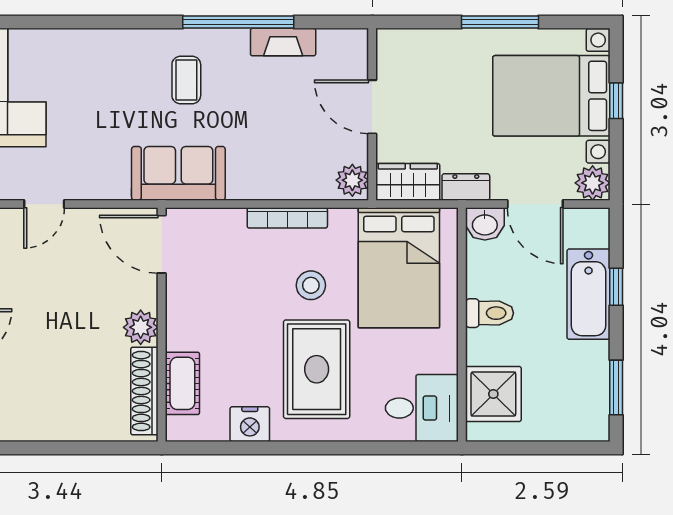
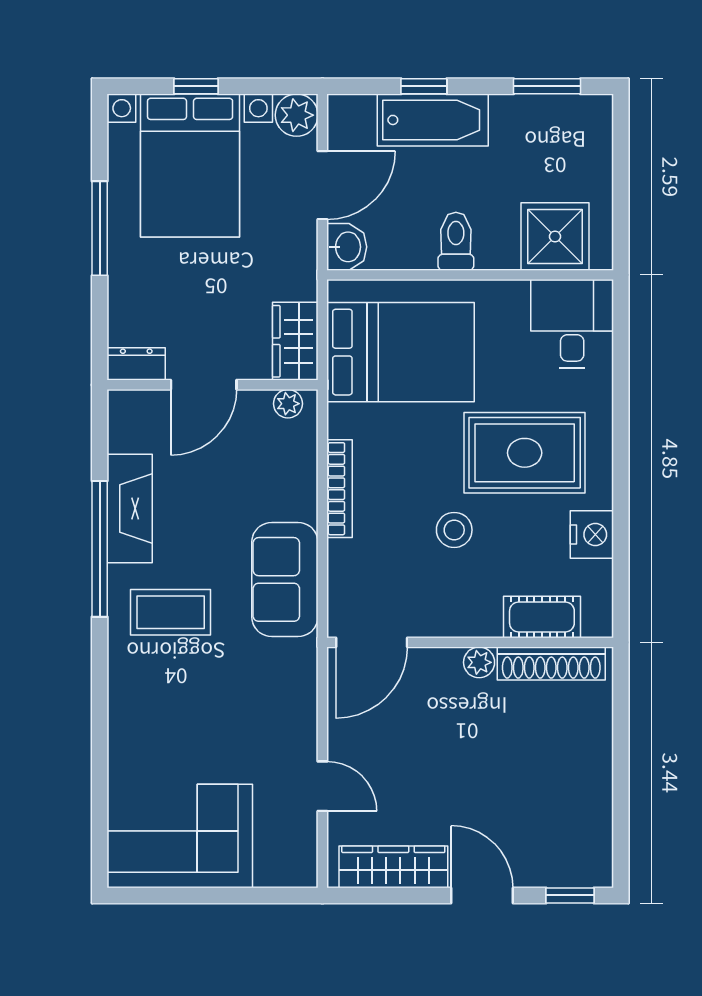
fireplace: (283, 42) -> (130, 509), width x1.37, depth x1.32
coffee table: (186, 80) -> (171, 612), width x1.36, depth x1.30
sofa: (178, 173) -> (285, 579), moved
plant: (352, 180) -> (288, 404), width x0.73, depth x0.73
dresser: (466, 187) -> (136, 364), moved, turned 90
stool: (311, 285) -> (454, 530), moved
plant: (141, 327) -> (479, 662), width x0.73, depth x0.73

